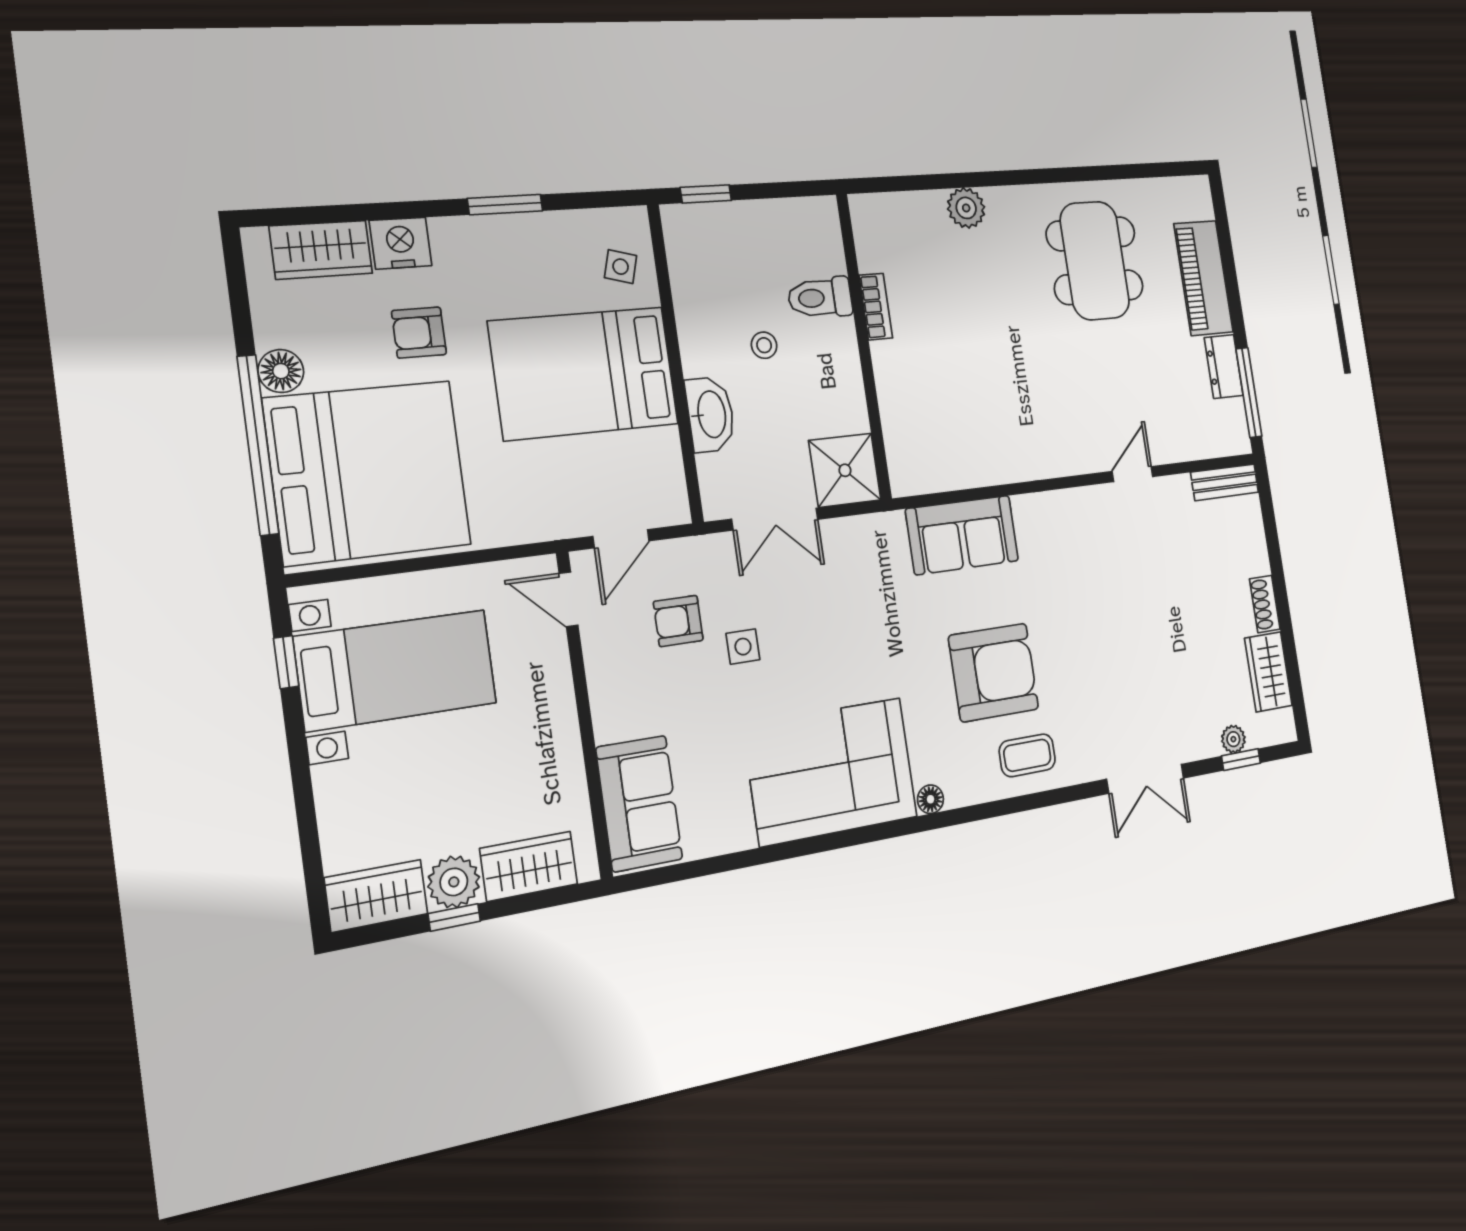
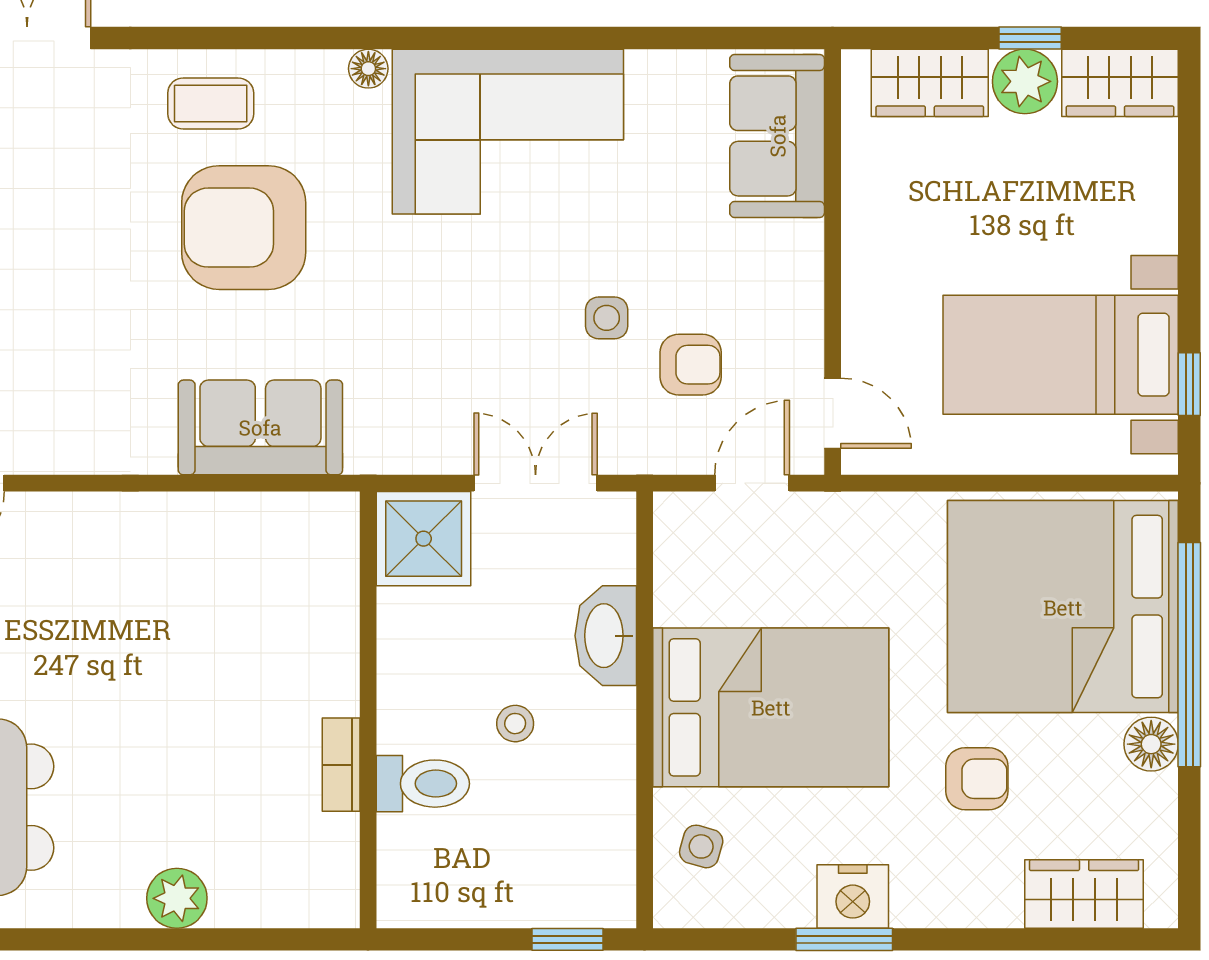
nightstand: (401, 243) -> (853, 896), moved

